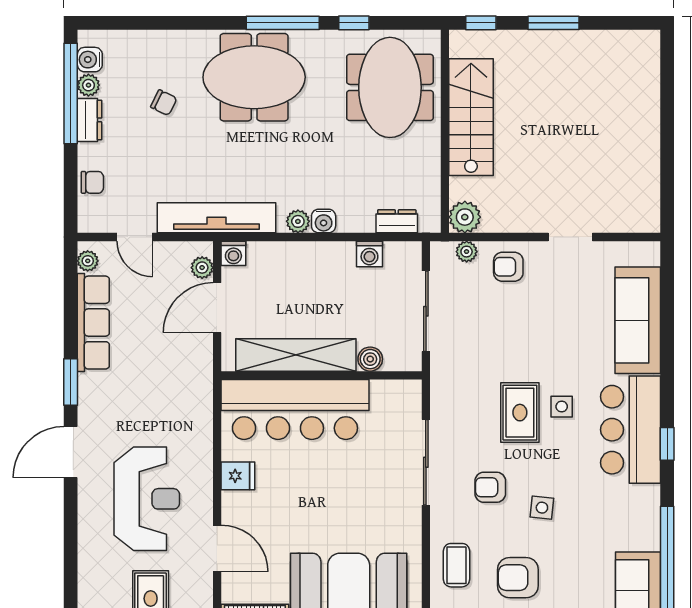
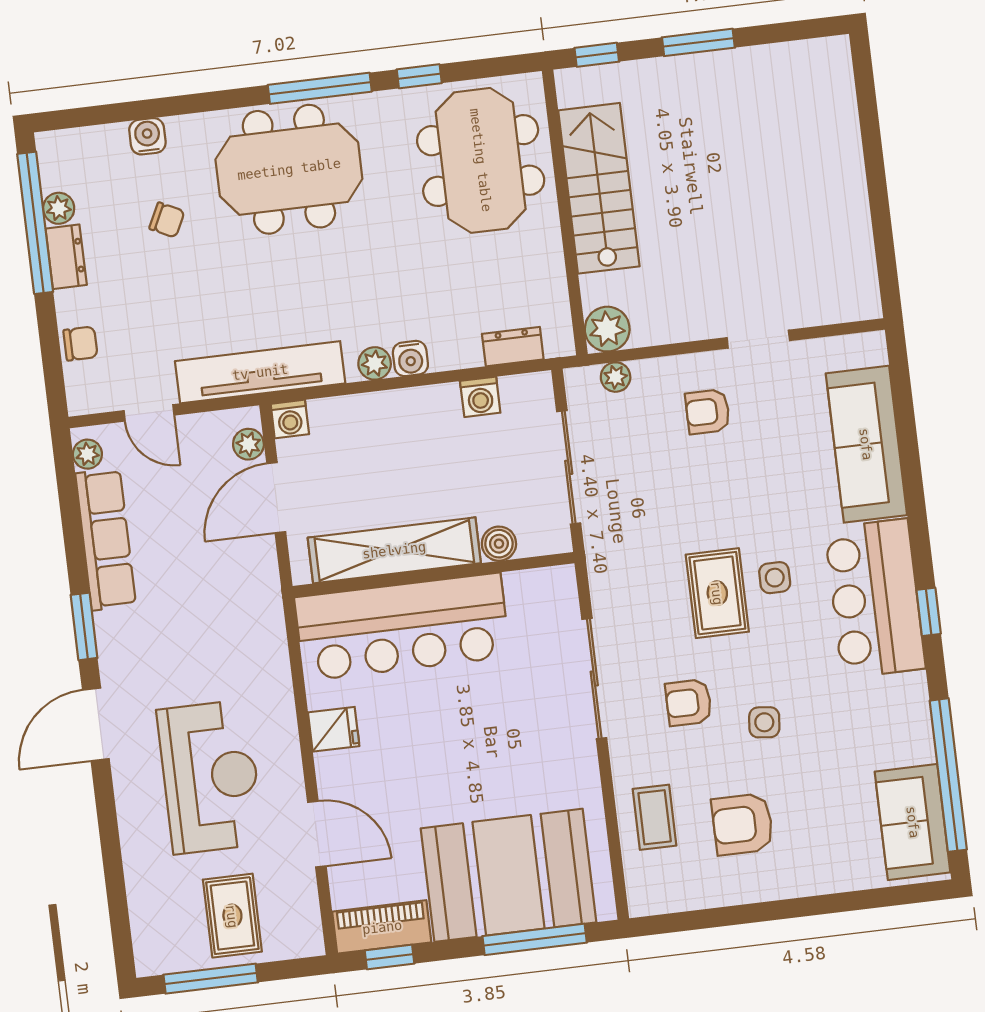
water cooler: (90, 60) -> (147, 136), moved, turned 90
armchair: (508, 267) -> (708, 412), moved

